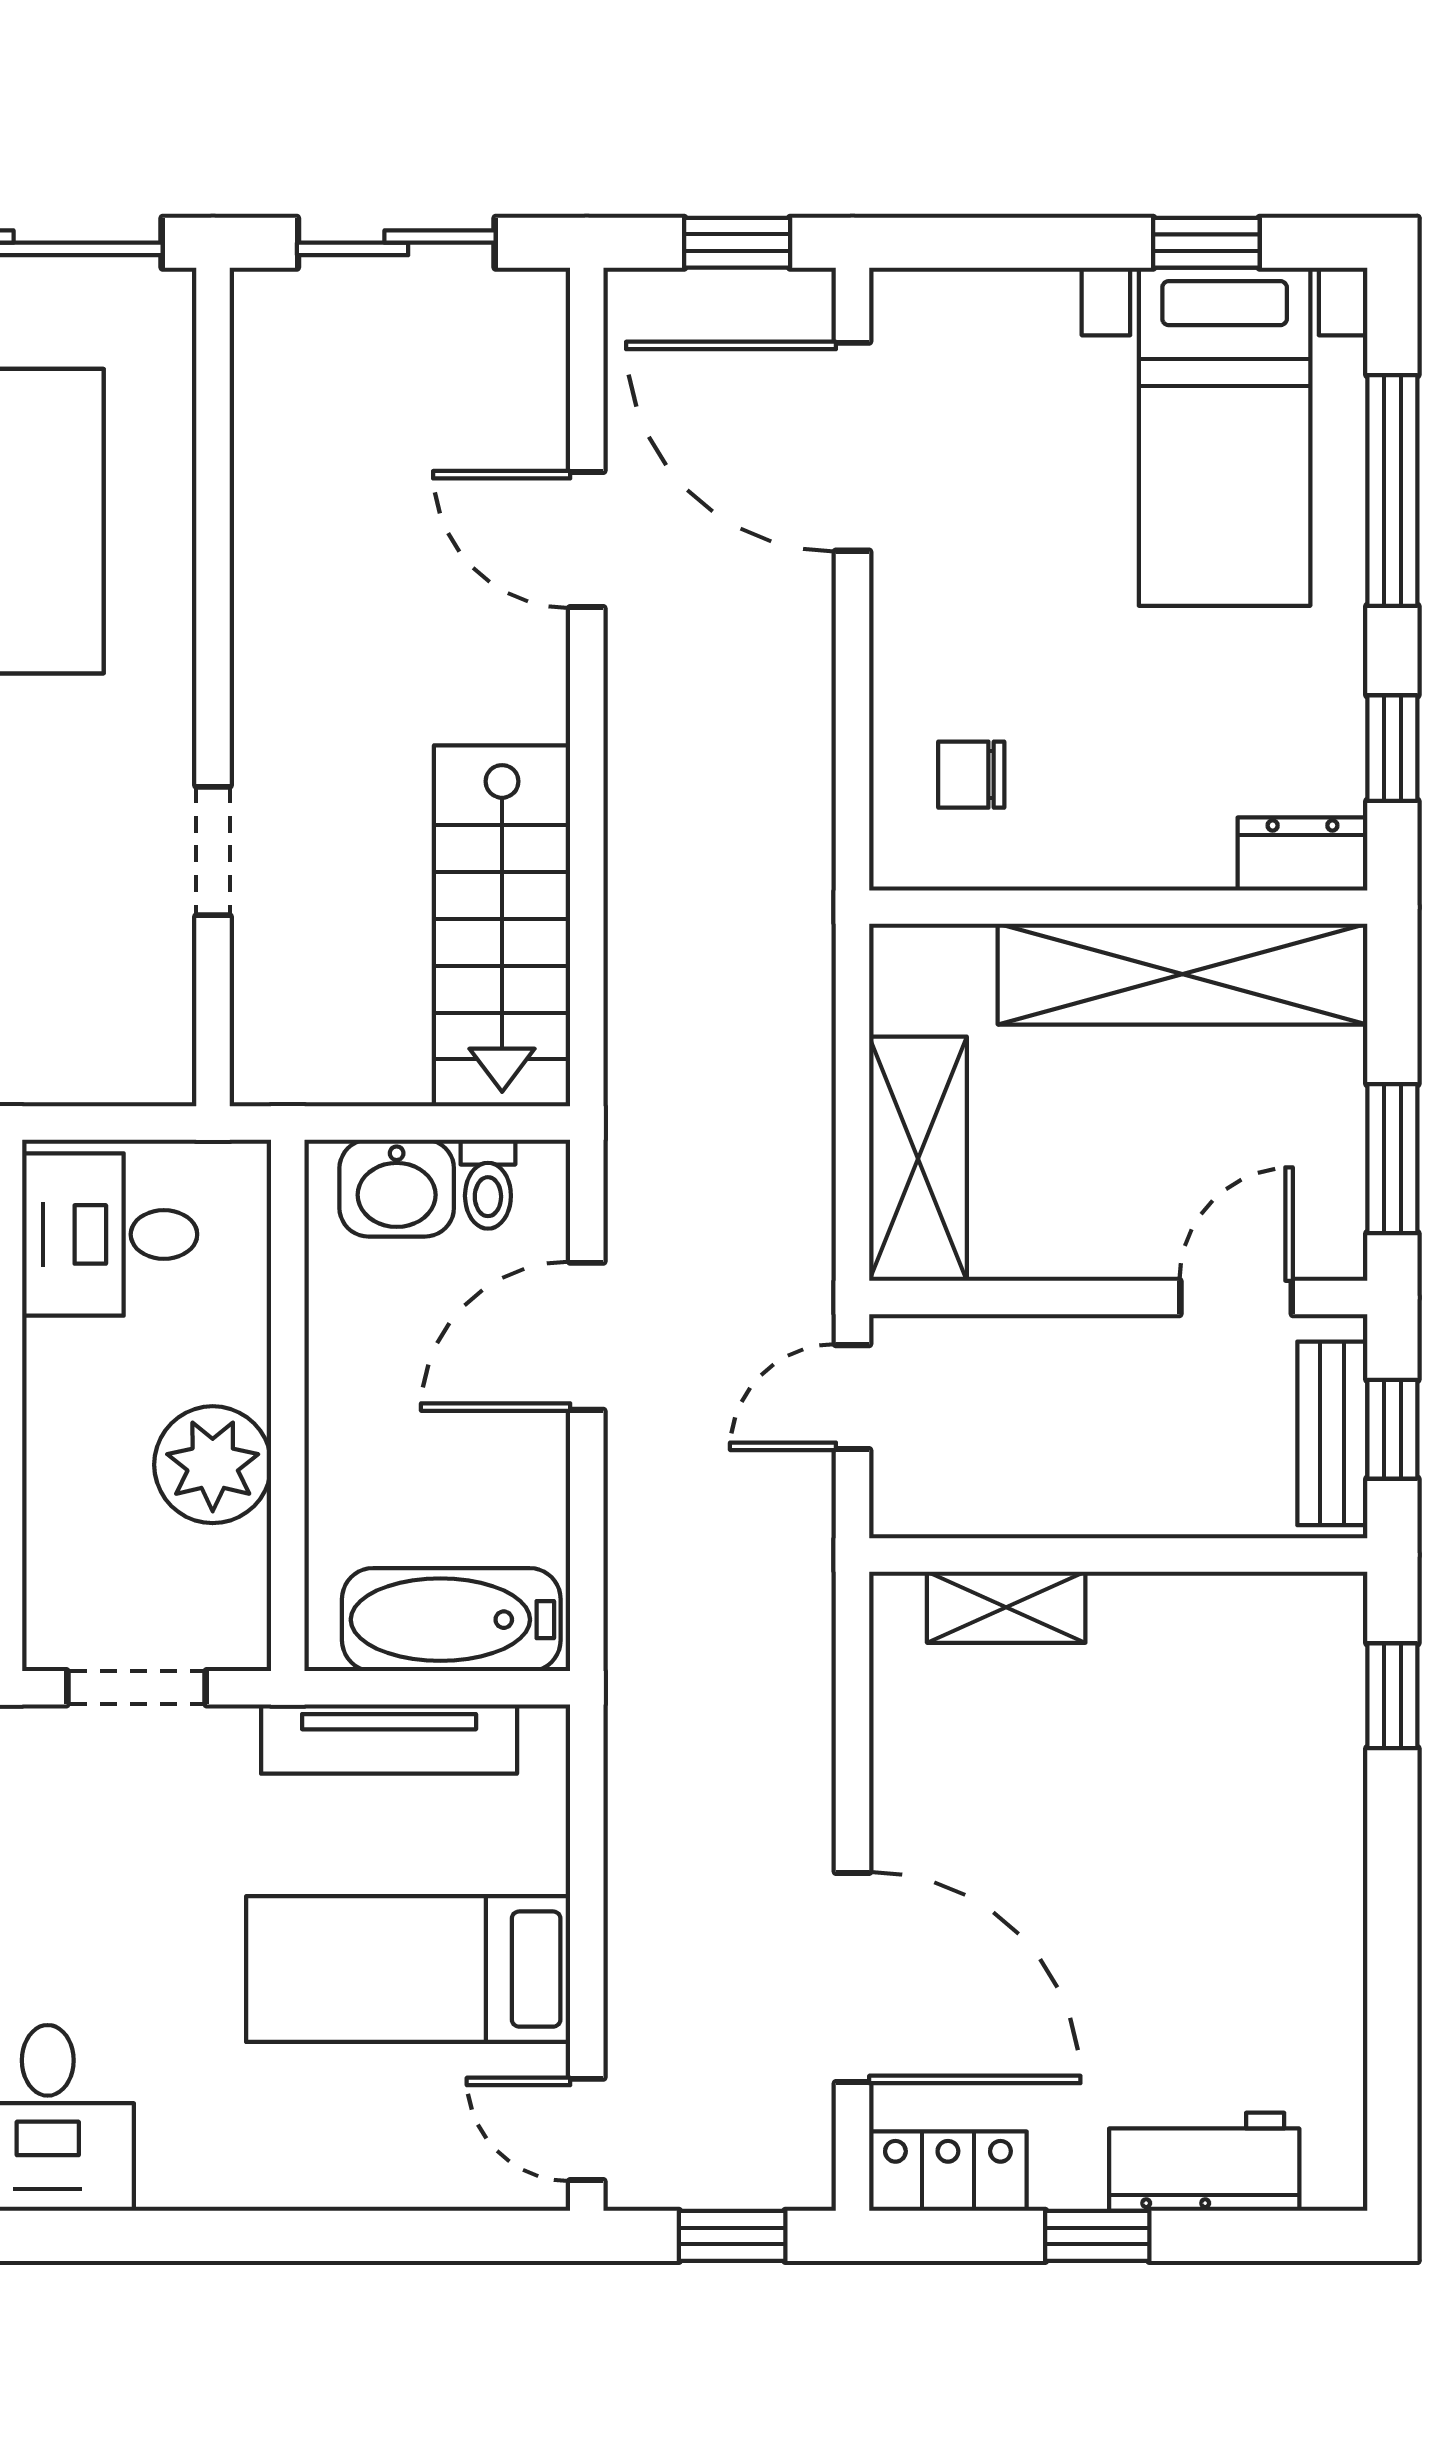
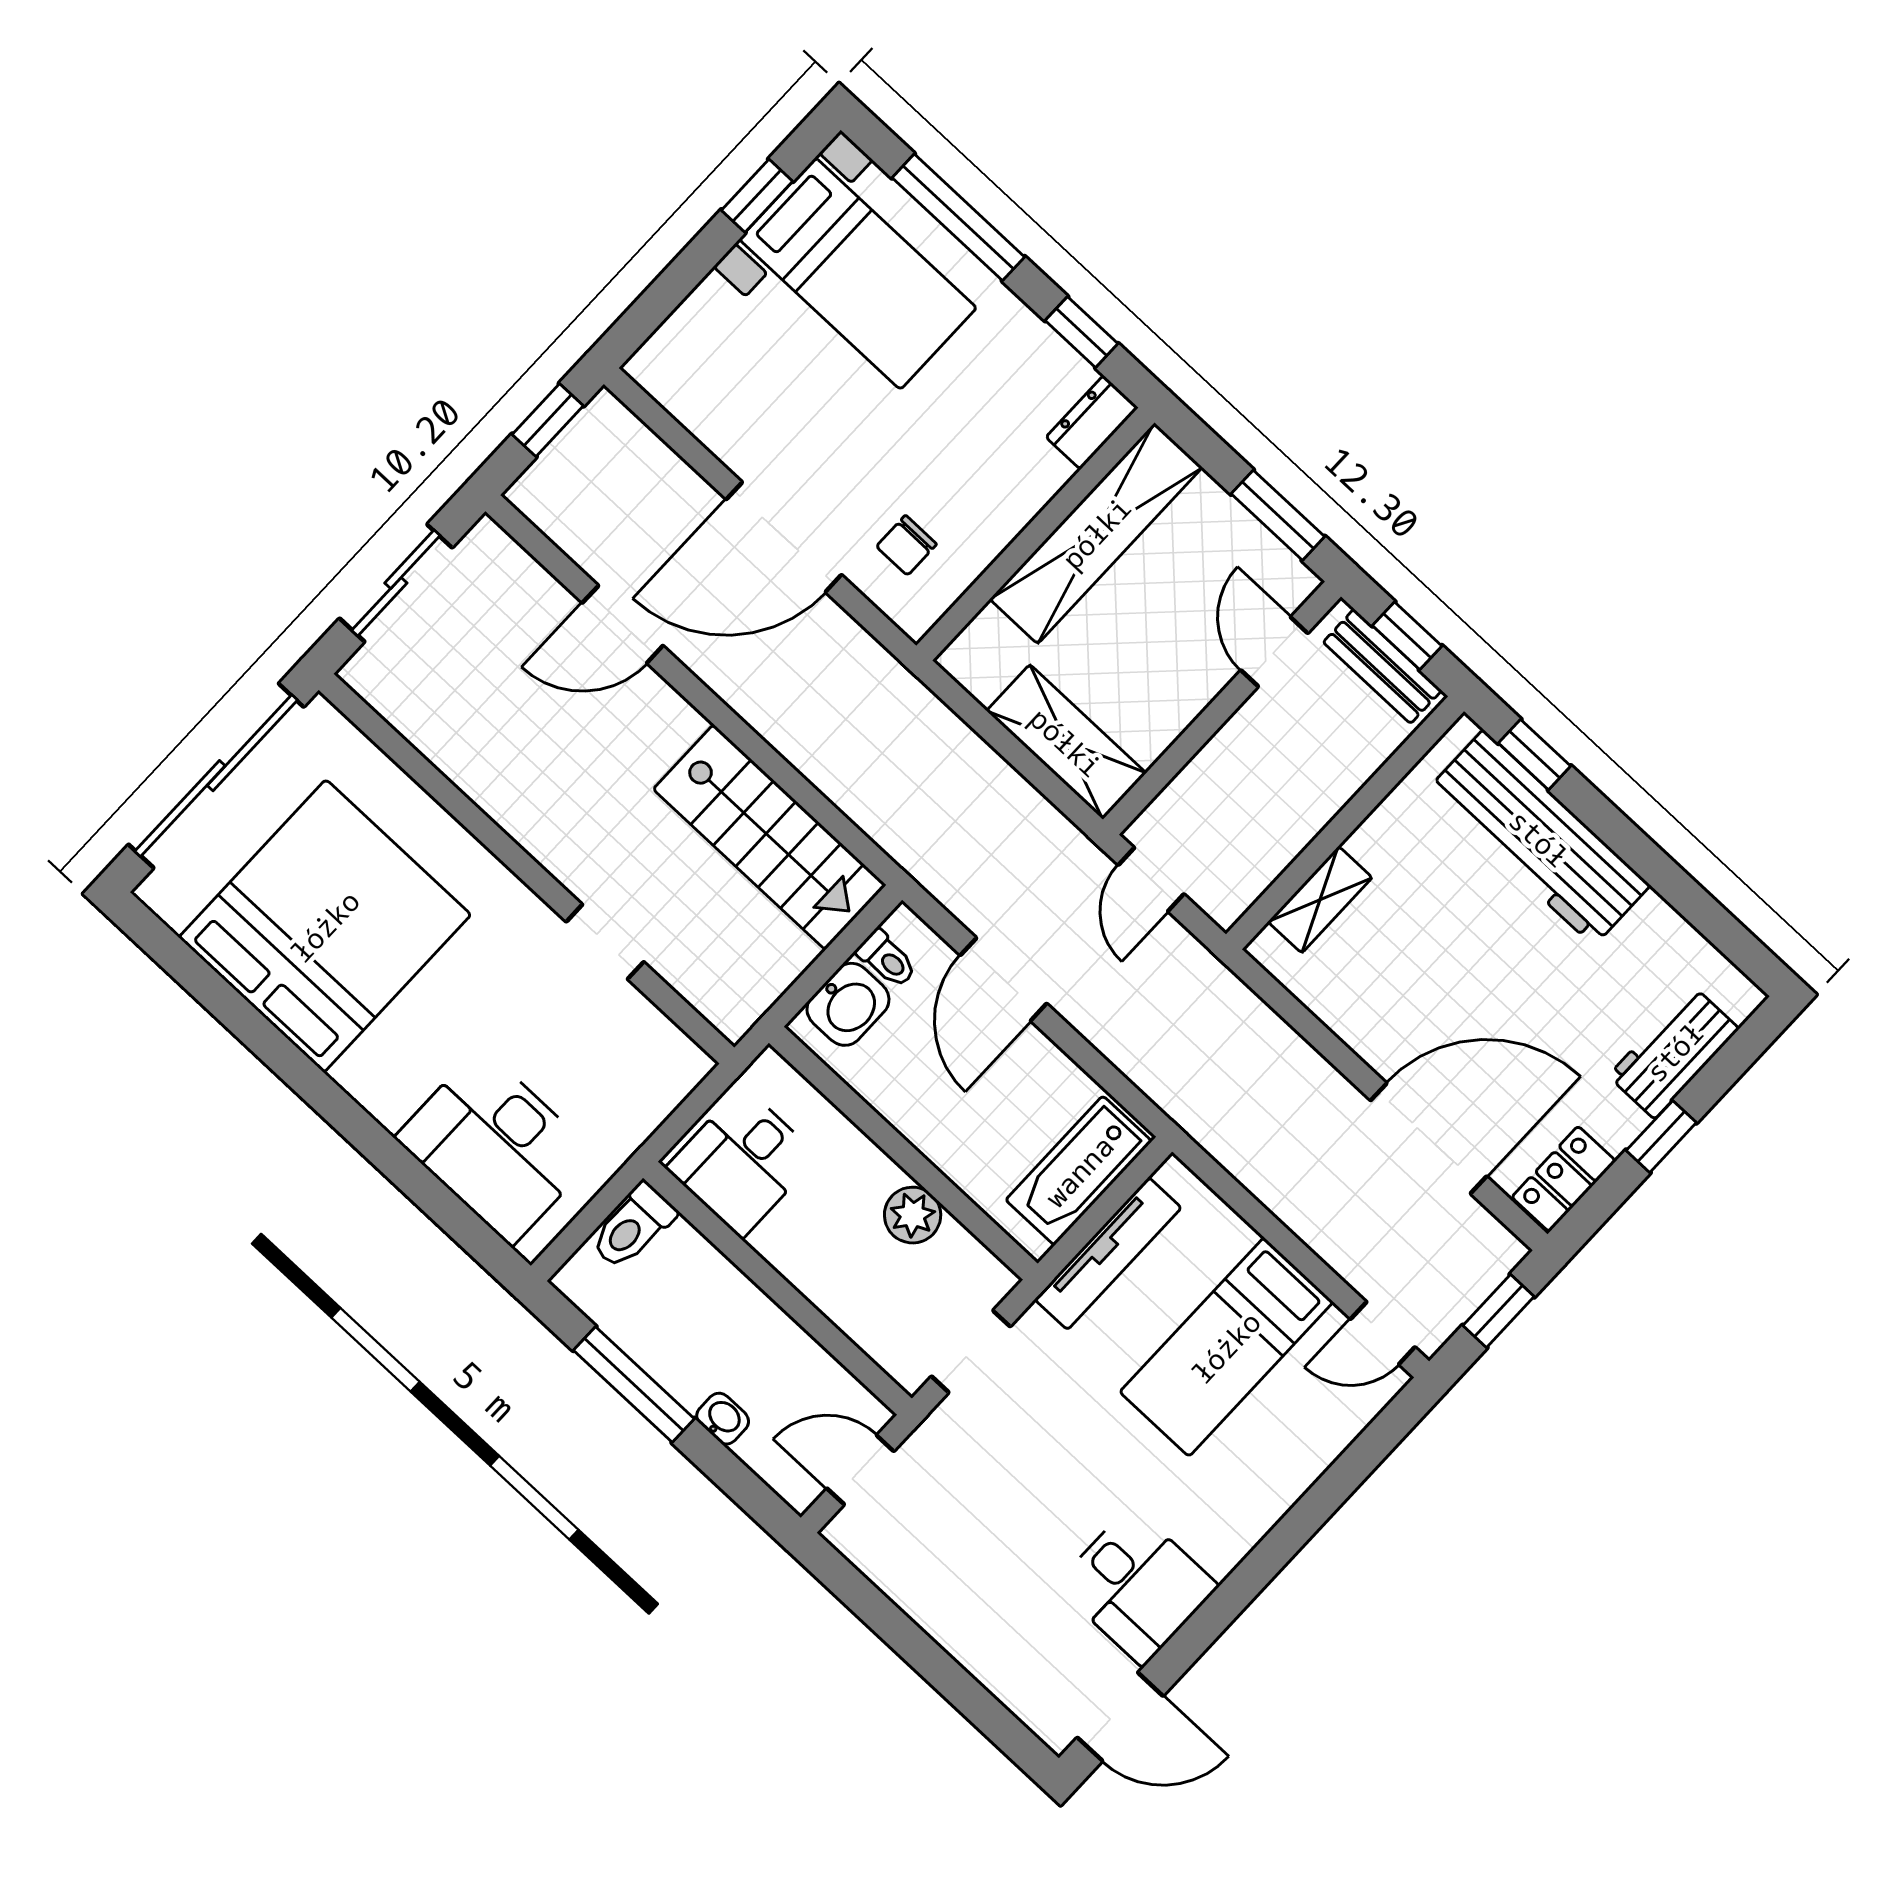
door: (853, 447) -> (784, 537), moved
plant: (213, 1465) -> (913, 1215), width x0.73, depth x0.73
workbench: (1303, 1787) -> (1539, 838), added

